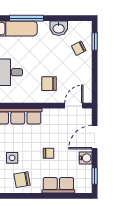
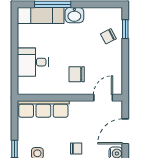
washbasin: (59, 28) -> (74, 15), moved

